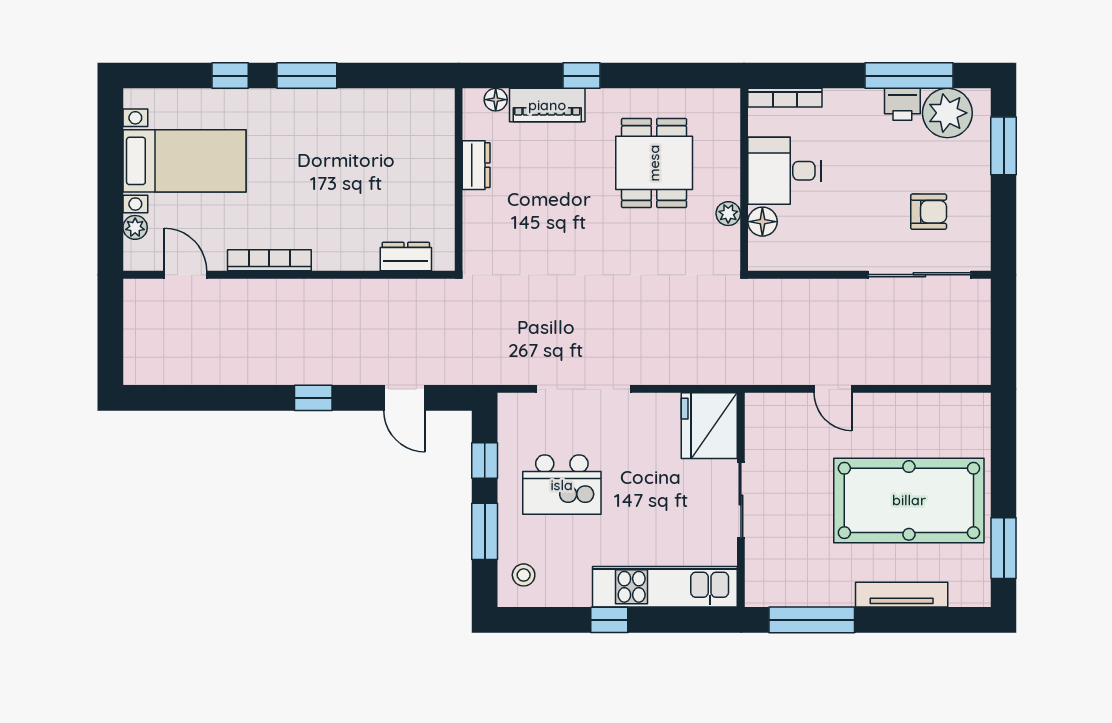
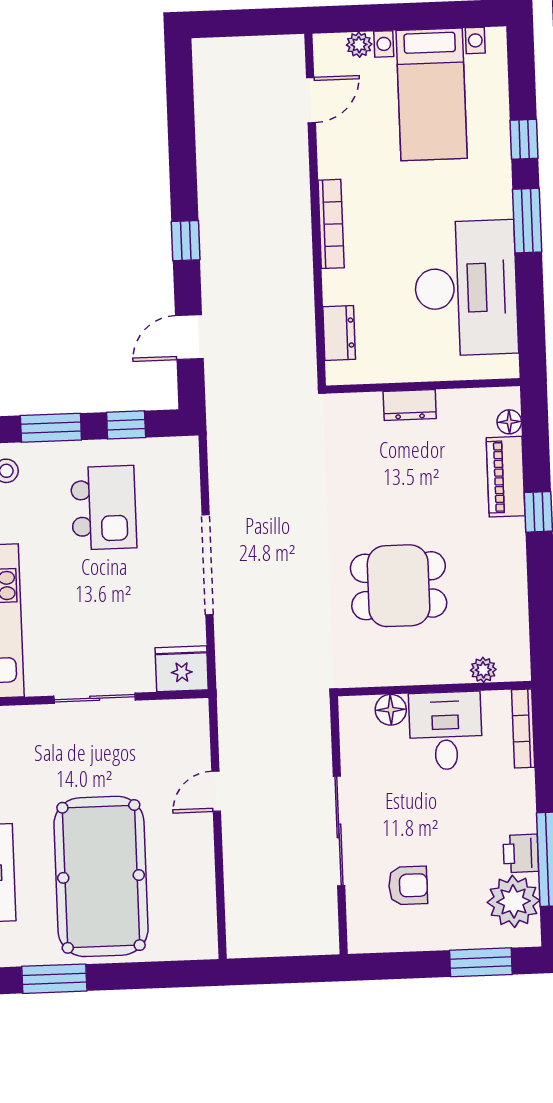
desk: (368, 136) -> (466, 288), added
dining table: (654, 163) -> (399, 586), moved
dresser: (476, 165) -> (410, 405), moved
armchair: (929, 212) -> (408, 886), turned -90
plant: (728, 214) -> (483, 670), moved
bookcase: (269, 260) -> (331, 224), moved
sliding door: (919, 275) -> (339, 831), moved
doorway: (584, 389) -> (207, 565), moved
fridge: (709, 426) -> (182, 669), width x0.73, depth x0.75
kitchen island: (562, 485) -> (104, 508), turned 180

